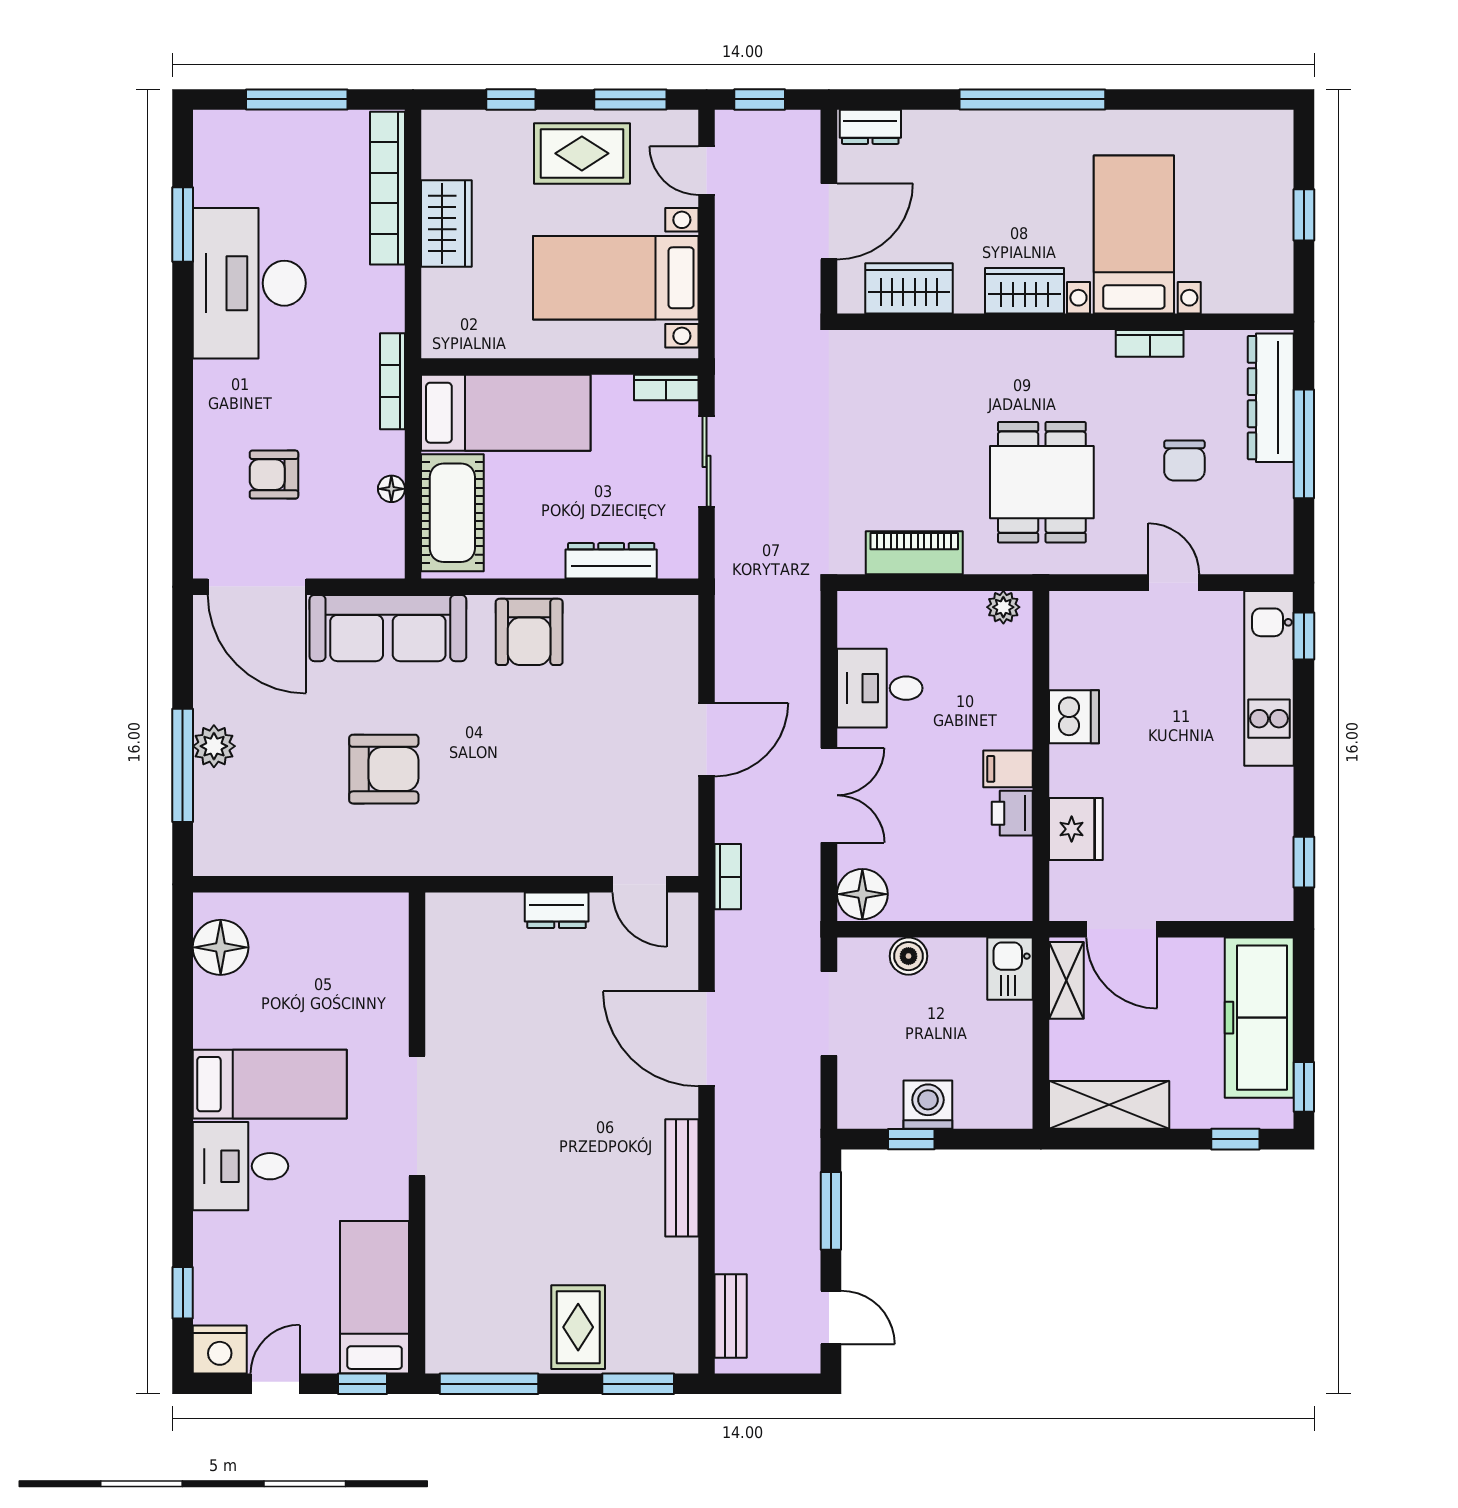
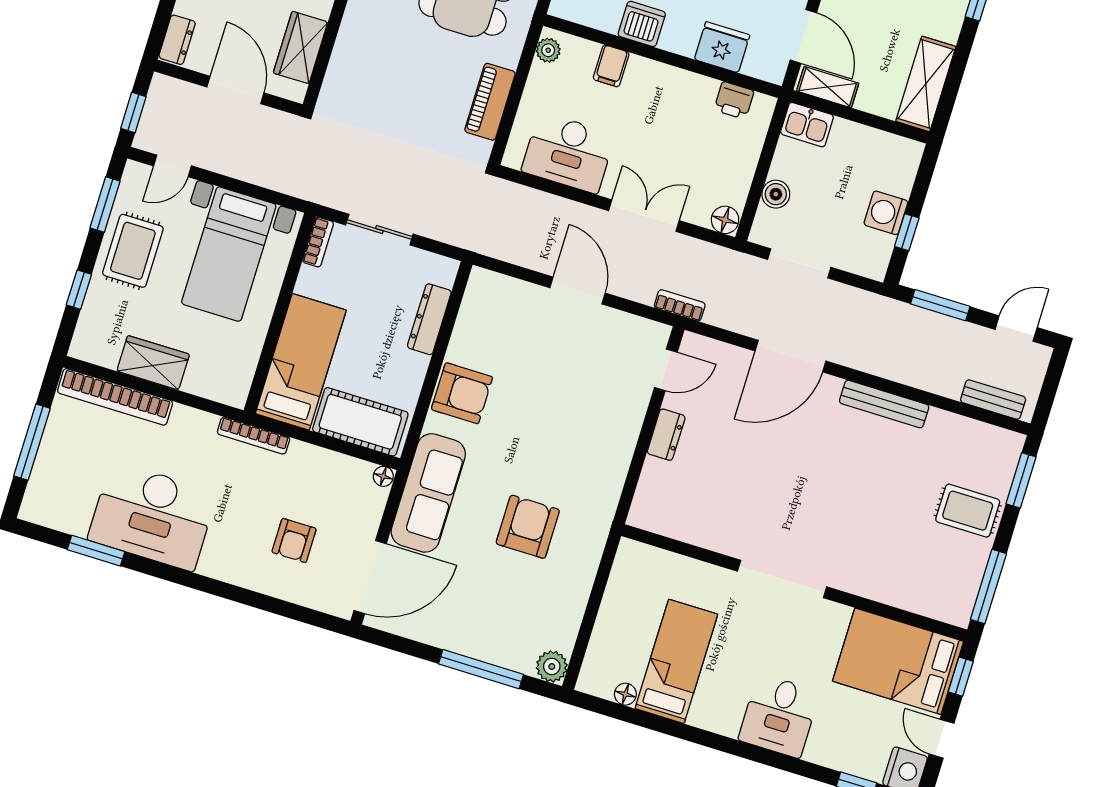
floor lamp: (391, 489) -> (383, 476), moved
desk: (880, 688) -> (568, 153), width x1.37
plant: (214, 746) -> (552, 666), moved
filing cabinet: (1008, 769) -> (611, 66), moved
printer: (1012, 813) -> (734, 100), moved
floor lamp: (862, 894) -> (725, 220), width x0.73, depth x0.73
door: (1122, 929) -> (803, 36), hinge flipped
floor lamp: (221, 947) -> (625, 694), width x0.53, depth x0.53
bed: (270, 1084) -> (676, 661), moved
bed: (375, 1297) -> (898, 661), width x1.50

